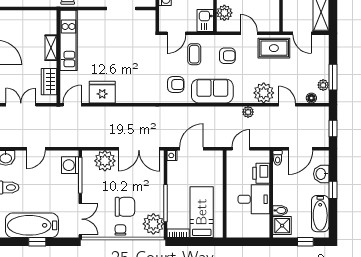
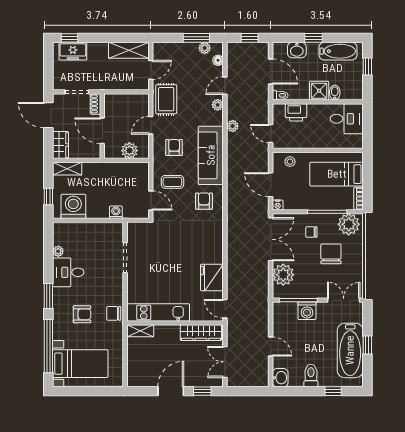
kitchen sink: (205, 20) -> (137, 170), removed
shelving: (51, 48) -> (140, 331), moved
wardrobe: (49, 82) -> (201, 333), width x1.50
sofa: (212, 91) -> (211, 155), width x1.36
plant: (264, 93) -> (218, 105), width x0.53, depth x0.53
washing machine: (70, 165) -> (307, 311), moved
stool: (214, 167) -> (290, 162), added
desk: (254, 199) -> (347, 119), moved, turned 90
shower: (282, 226) -> (319, 91), moved
chair: (120, 230) -> (311, 232), moved

